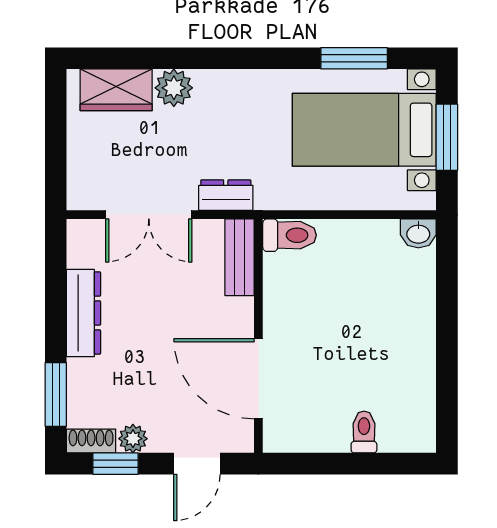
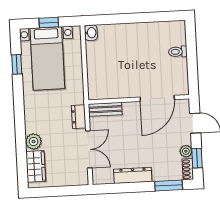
window: (354, 58) -> (17, 64), width x0.67
window: (447, 137) -> (49, 23), width x0.67
toilet: (290, 235) -> (95, 88), removed

